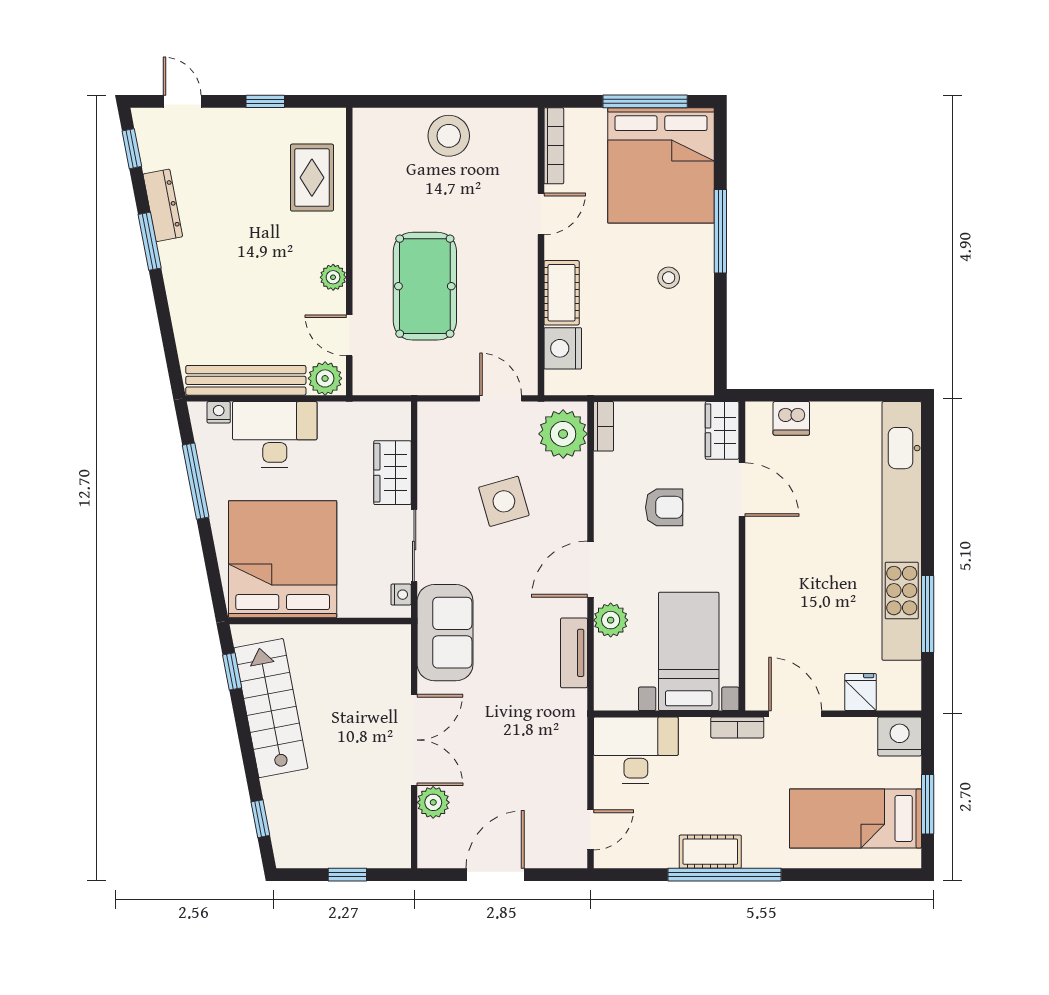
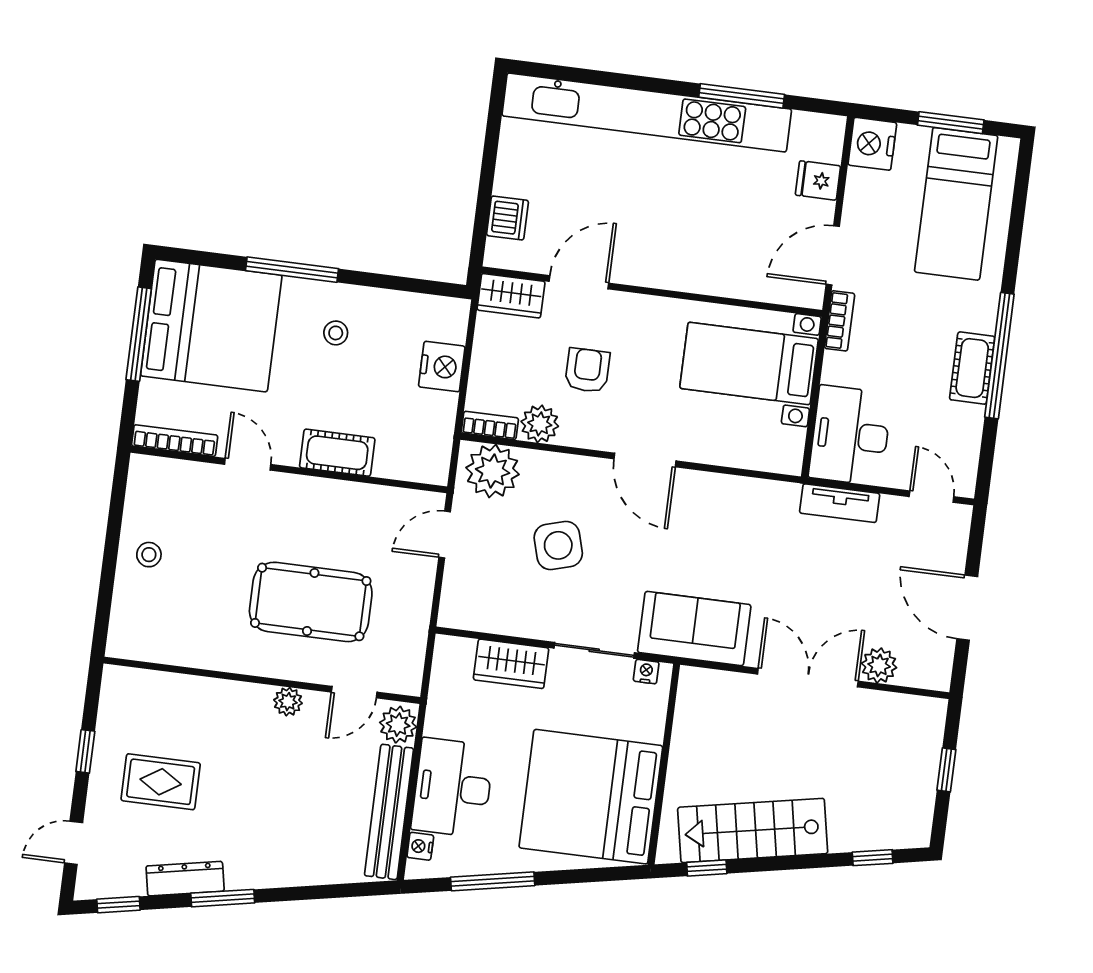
stool: (449, 136) -> (149, 555), width x0.53, depth x0.53
rug: (312, 178) -> (161, 782), moved
nightstand: (563, 348) -> (442, 367), moved, turned -90
plant: (611, 620) -> (540, 424), moved
tv unit: (574, 653) -> (840, 503), moved

